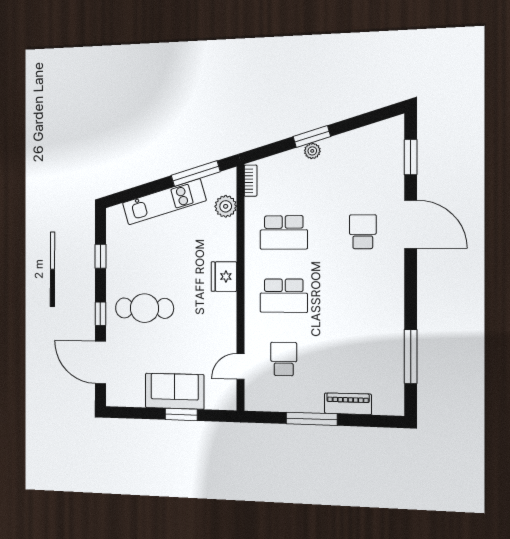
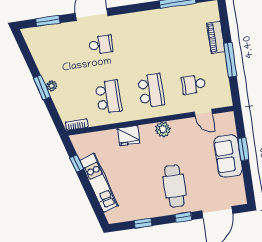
window: (196, 174) -> (77, 163), width x0.46
plant: (226, 206) -> (163, 129), moved
school desk: (363, 232) -> (101, 45), turned 180
fridge: (224, 277) -> (129, 136), moved

